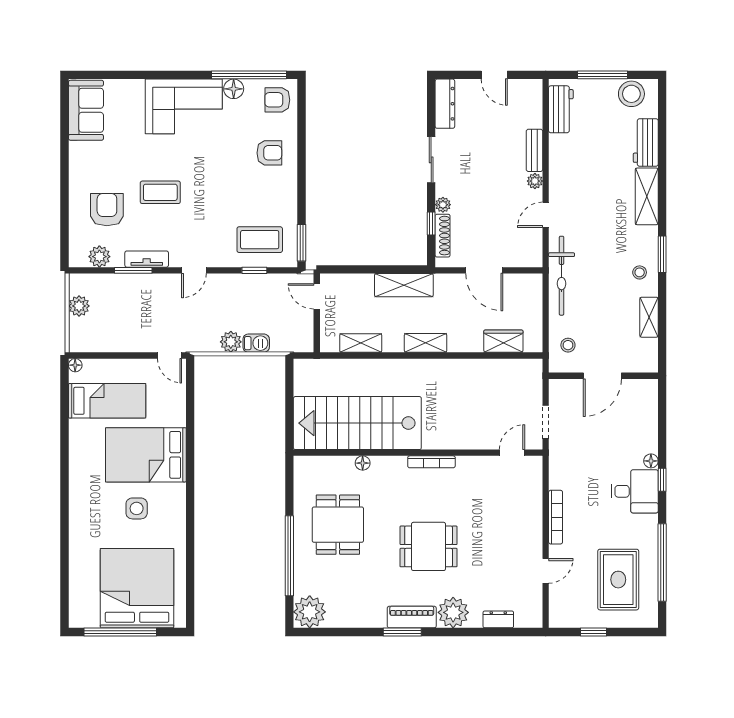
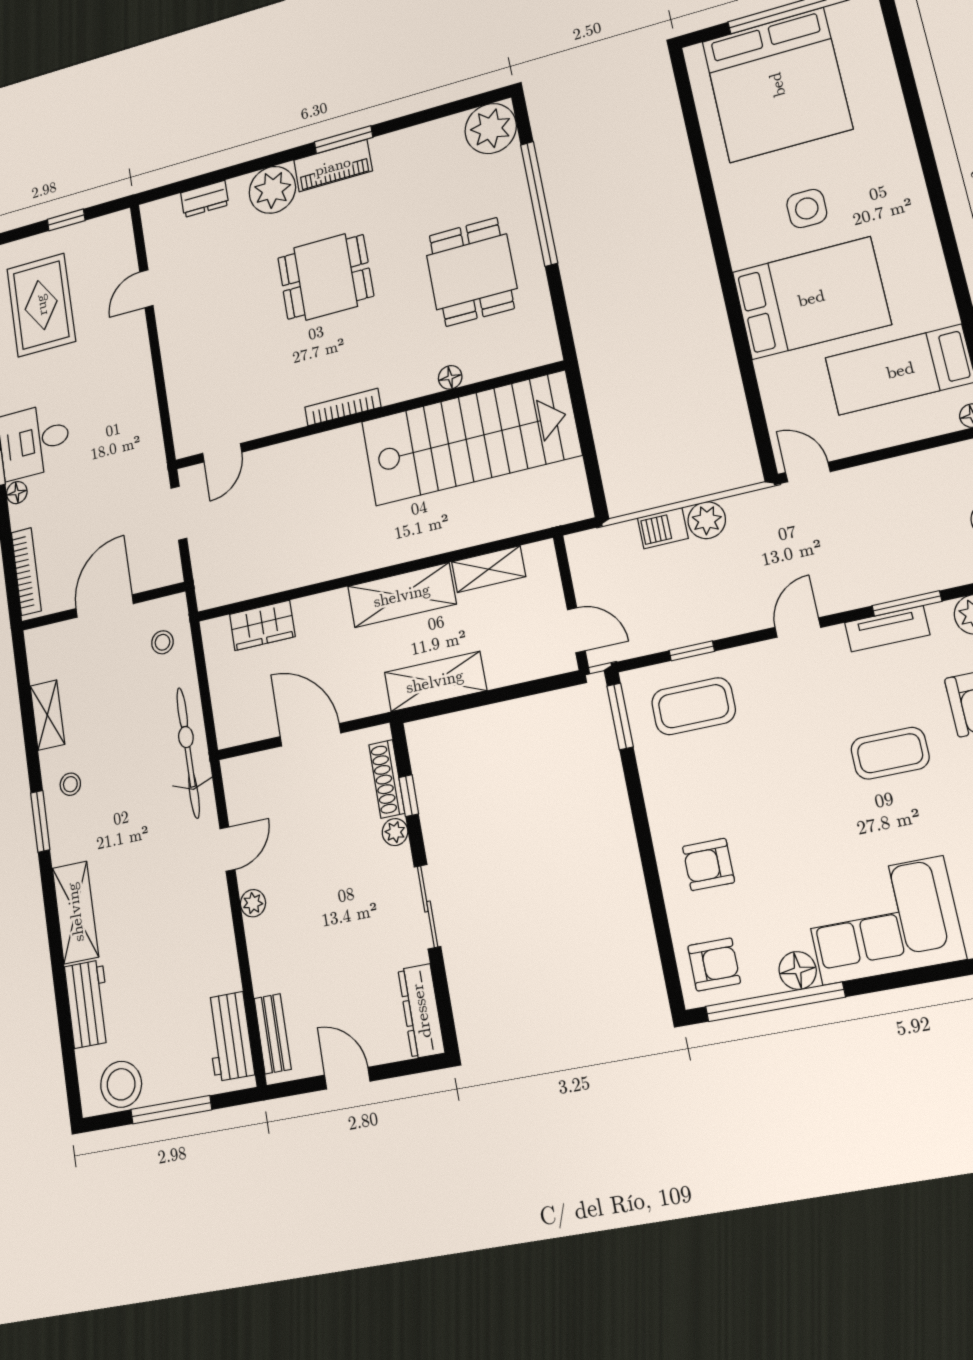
bench: (534, 150) -> (273, 1034), moved
shelving: (426, 343) -> (402, 595), width x1.50, depth x1.33
bookcase: (556, 517) -> (26, 572), moved, turned 180

